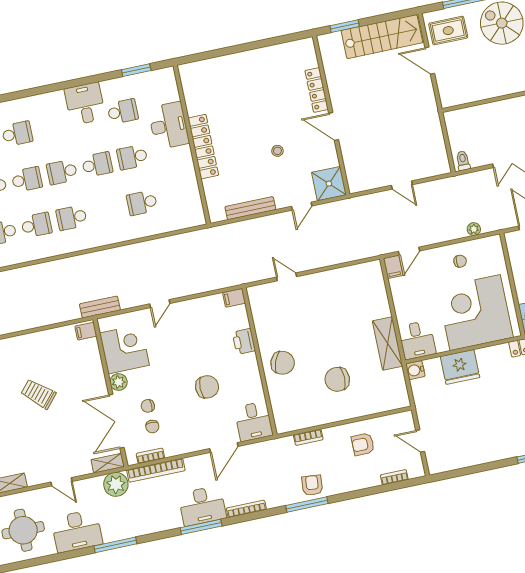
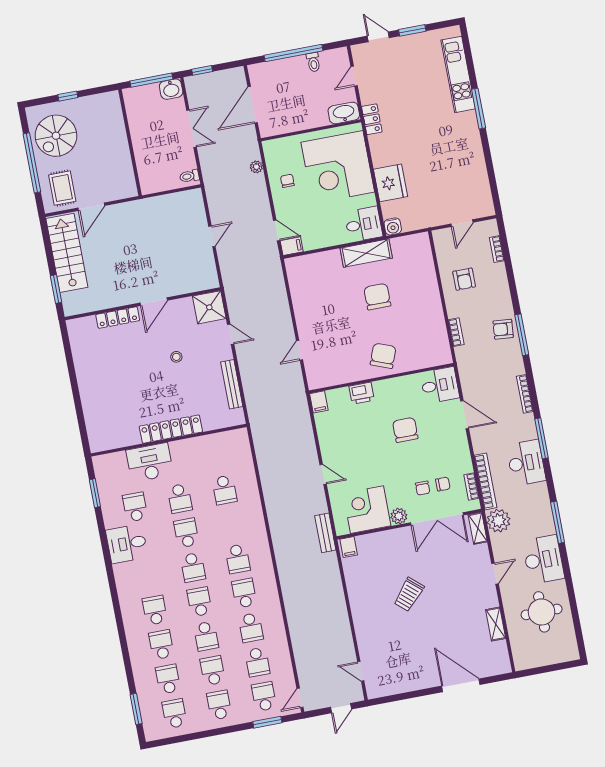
chair: (337, 379) -> (377, 297), moved, turned 180
desk: (202, 506) -> (526, 463), moved

